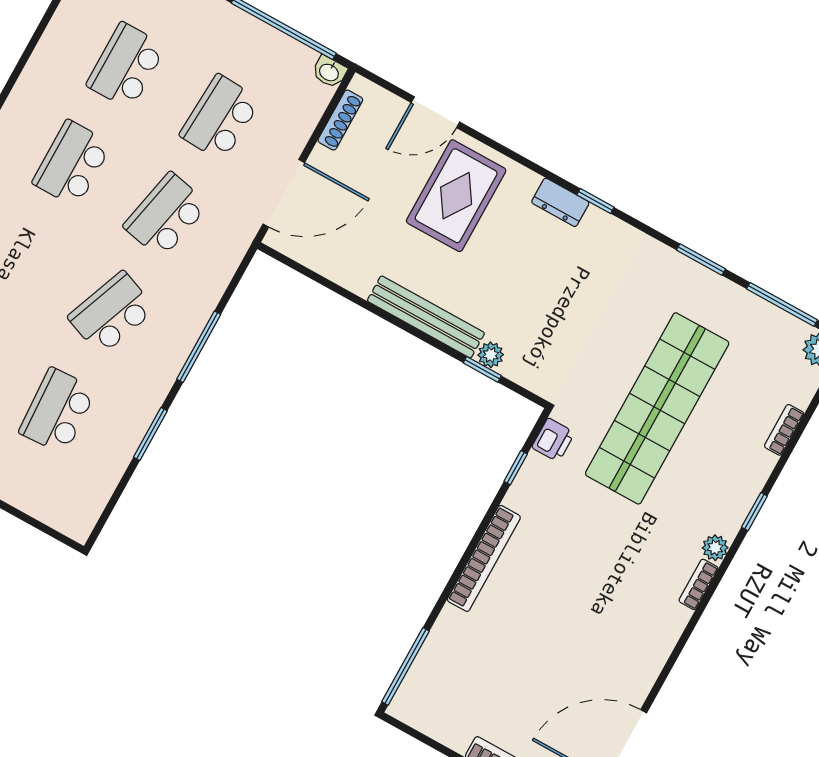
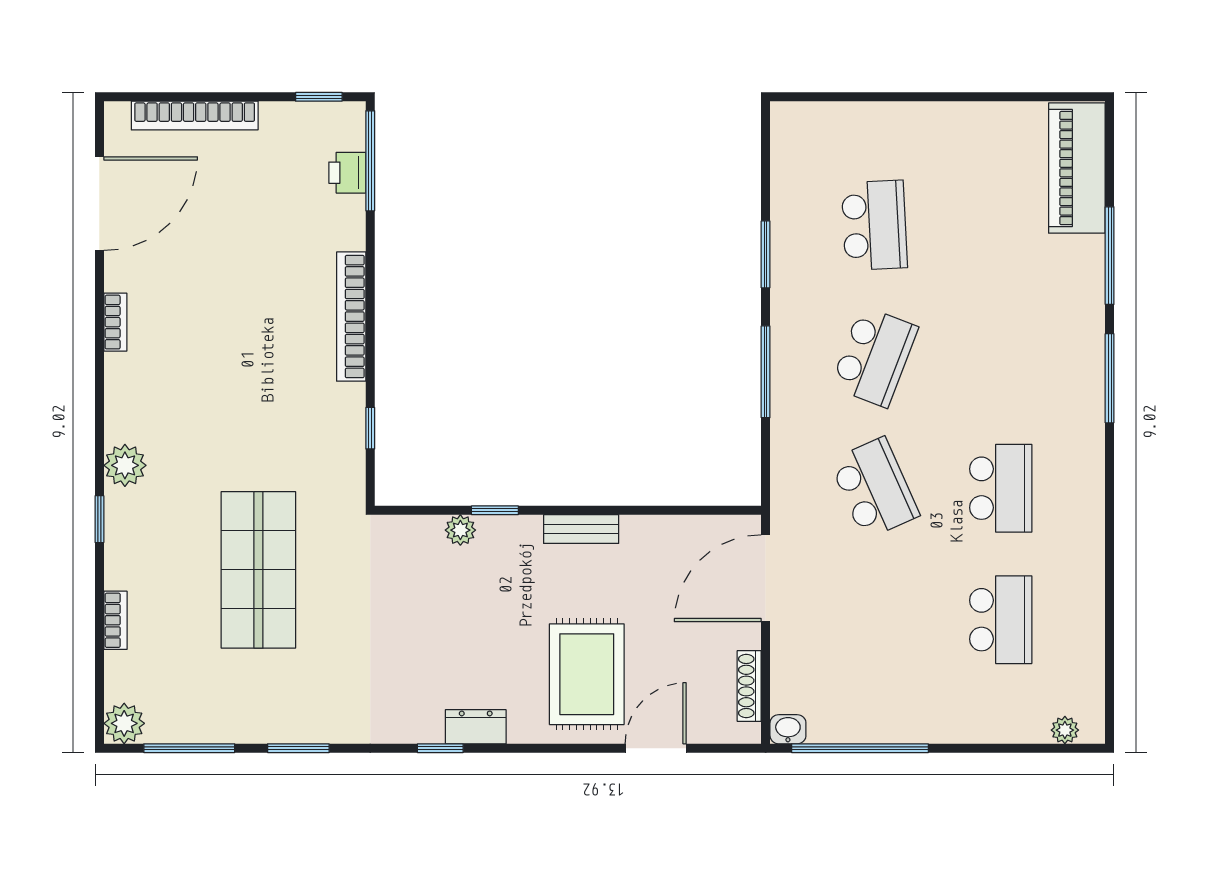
school desk: (220, 118) -> (874, 620), removed
school desk: (166, 215) -> (874, 488), turned -36
bench: (426, 317) -> (581, 529), width x0.54, depth x0.82
window: (482, 369) -> (495, 510), moved
shop shelf: (657, 408) -> (258, 570), width x0.71
printer: (553, 440) -> (347, 173), moved
plant: (715, 548) -> (125, 465), width x1.38, depth x1.38
bookcase: (699, 584) -> (115, 322), moved
window: (417, 735) -> (319, 97), added

